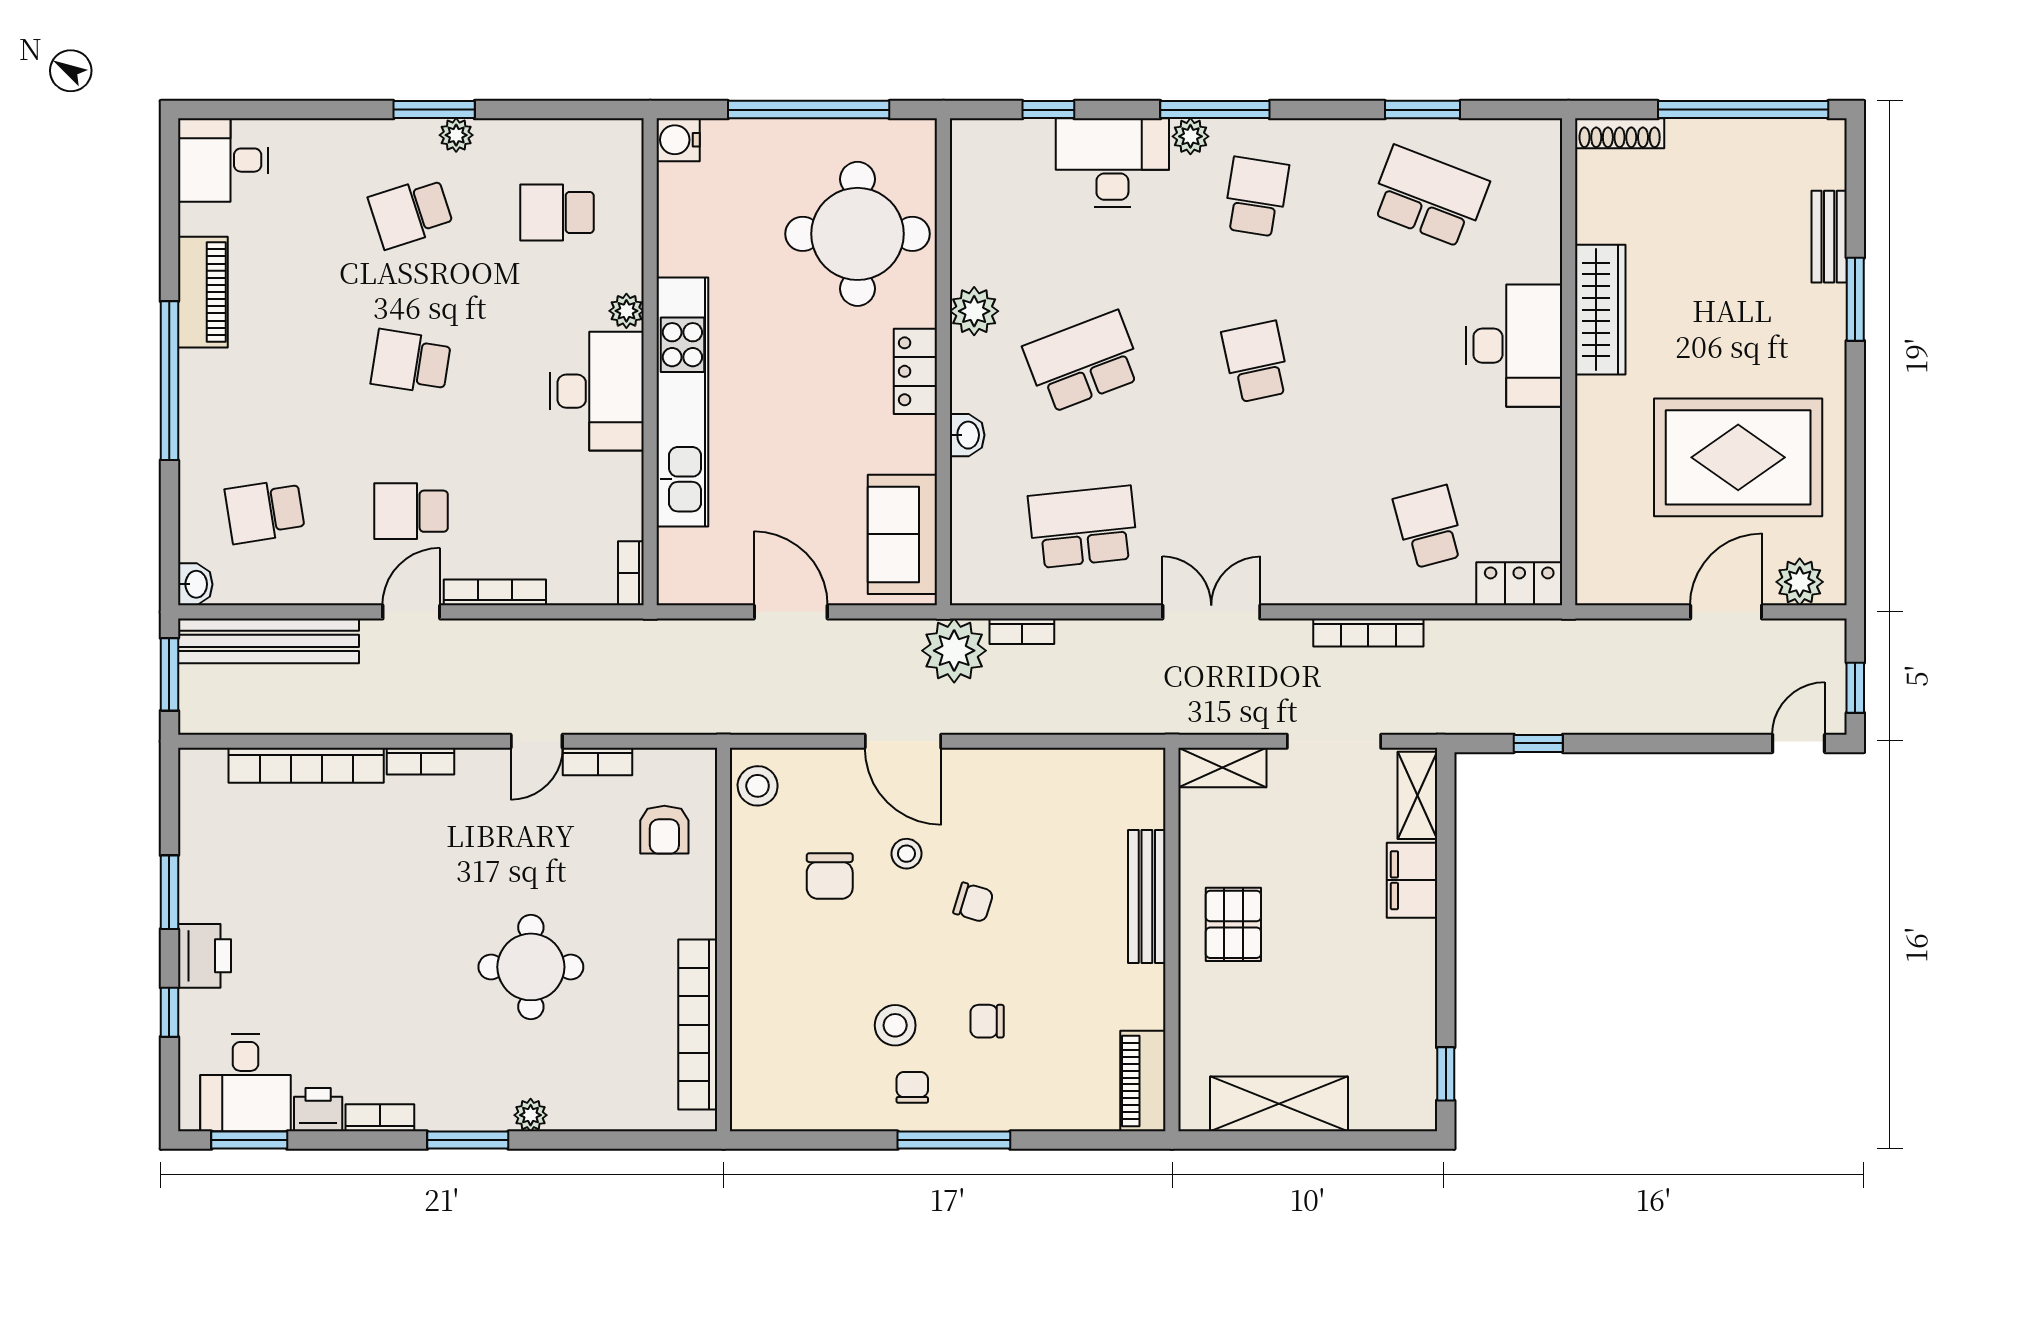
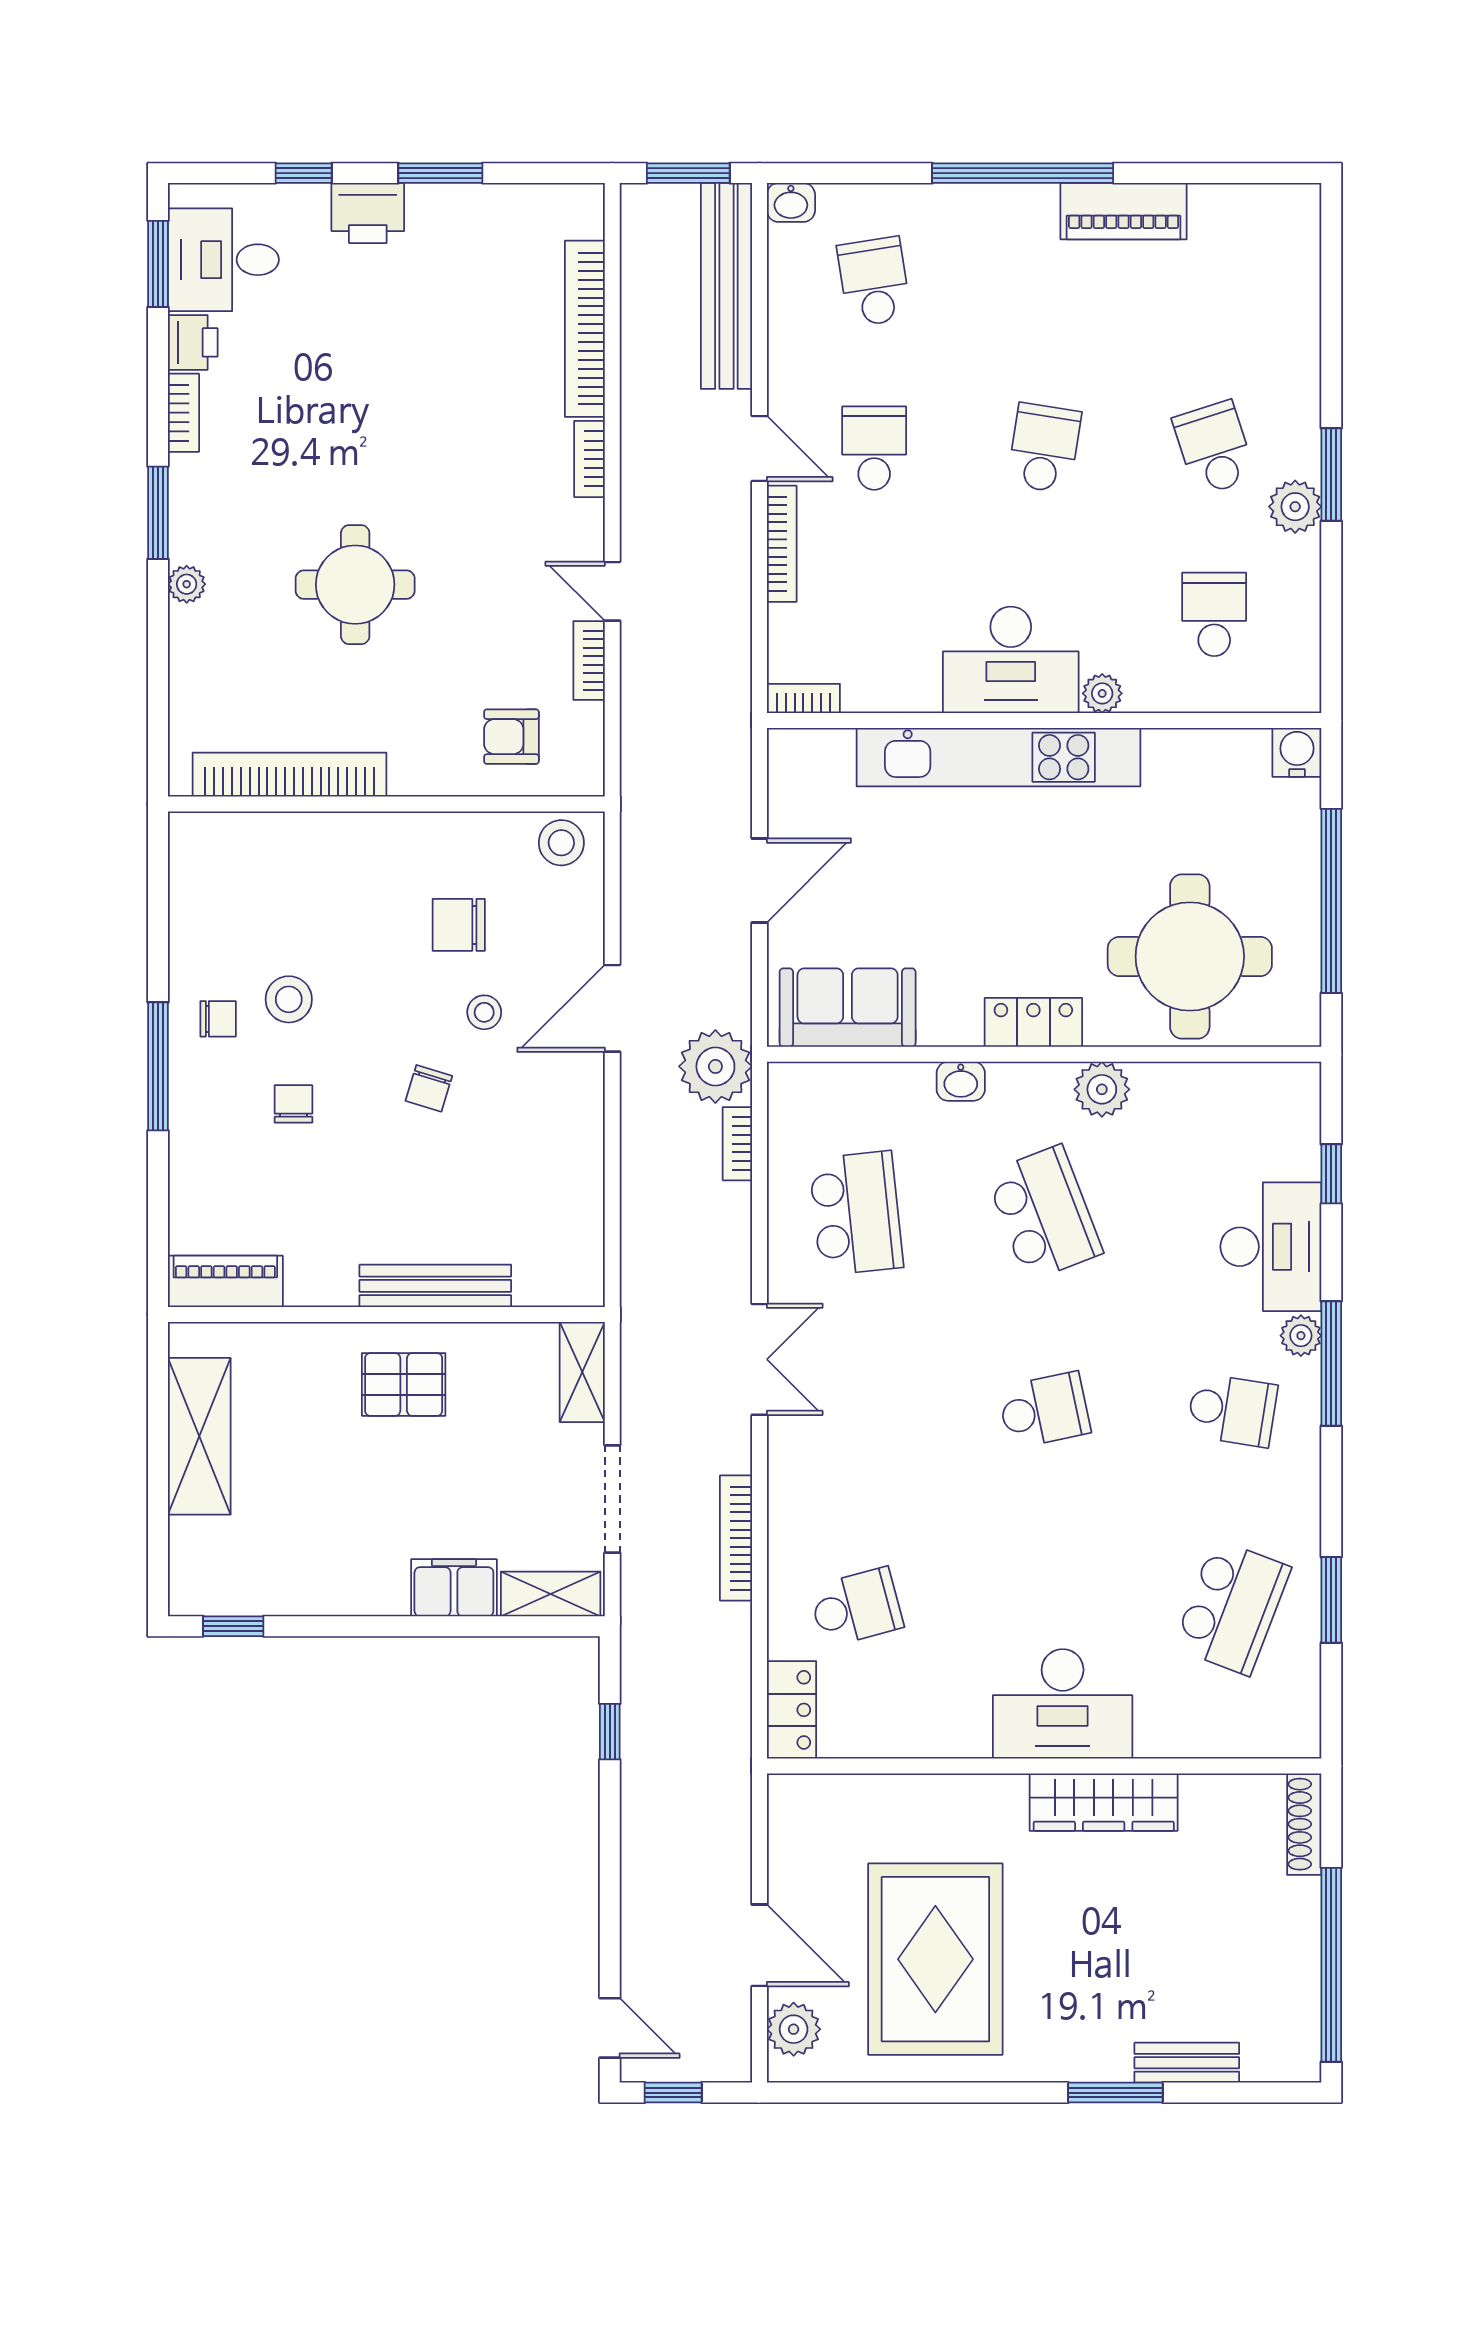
plant: (456, 135) -> (1295, 507), width x1.38, depth x1.38
desk: (223, 160) -> (1274, 234), removed

